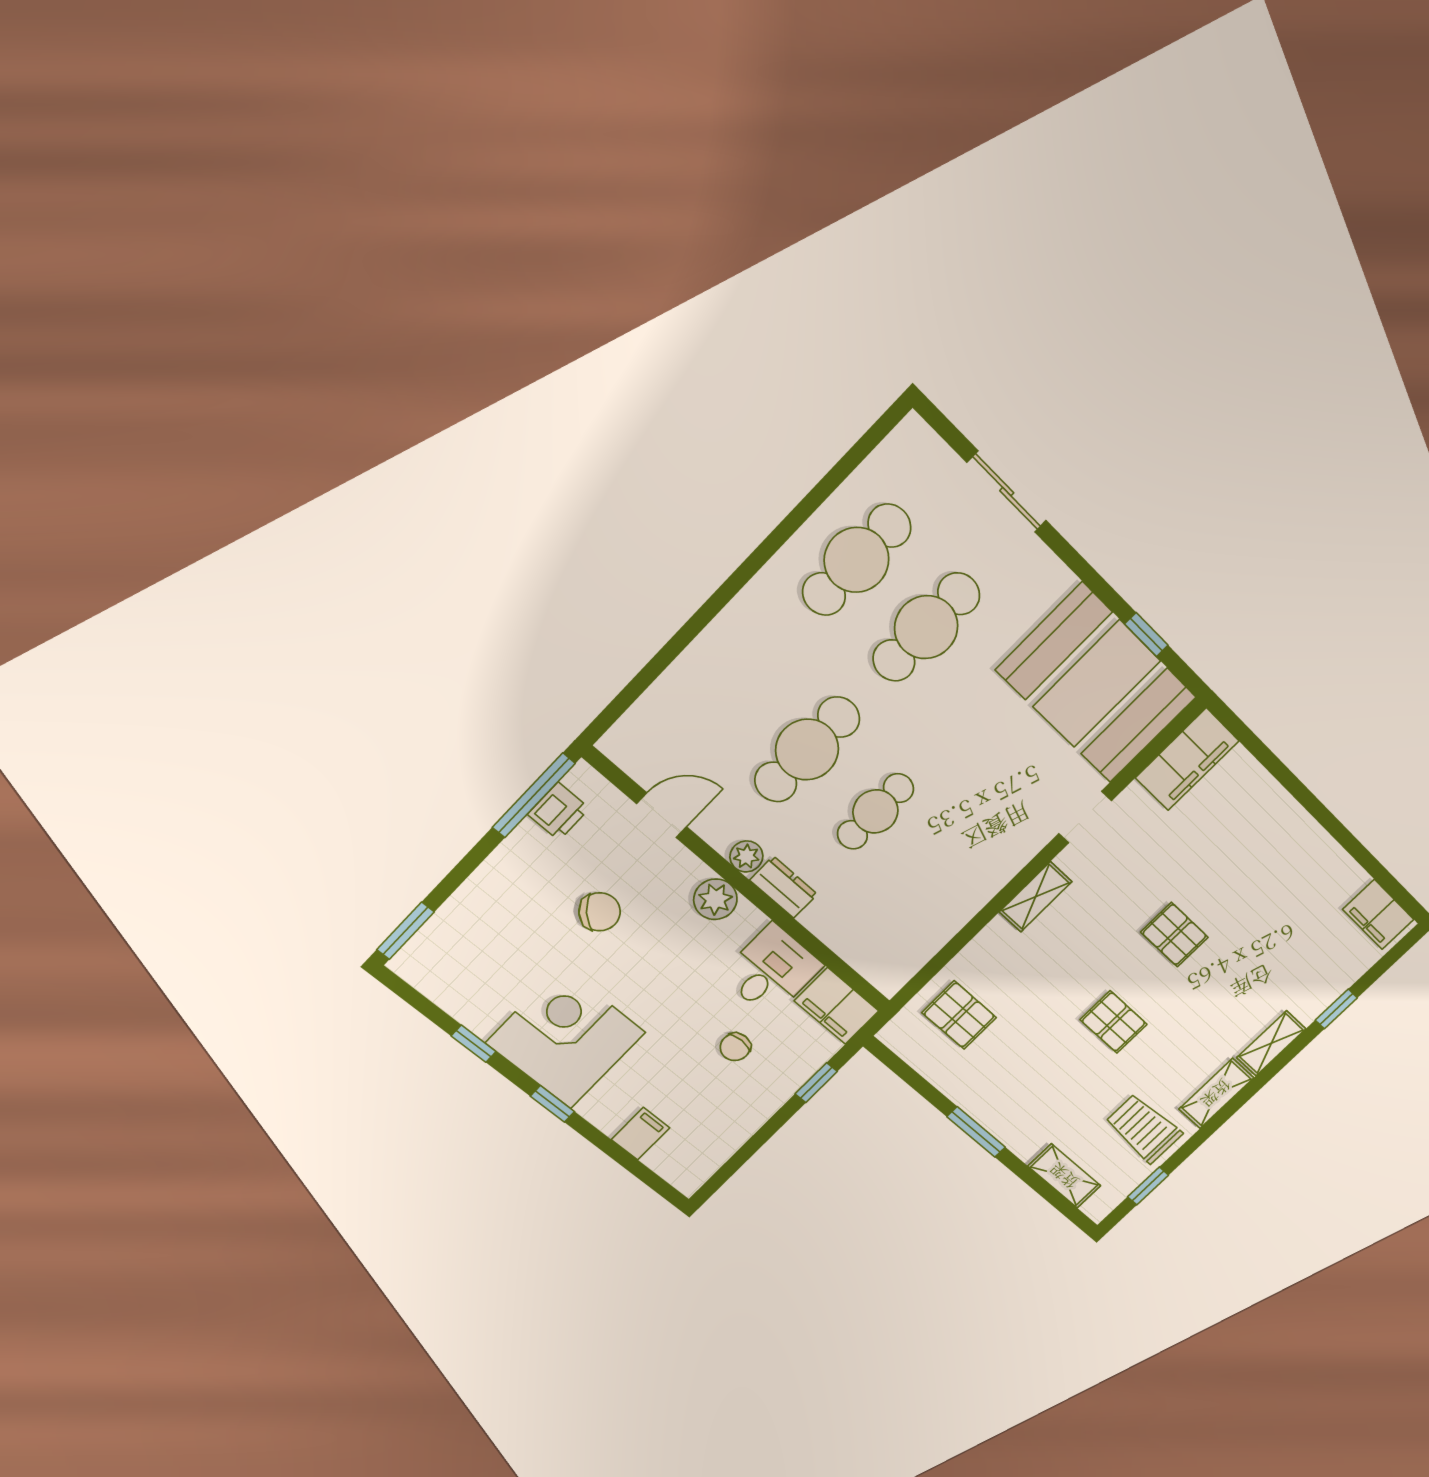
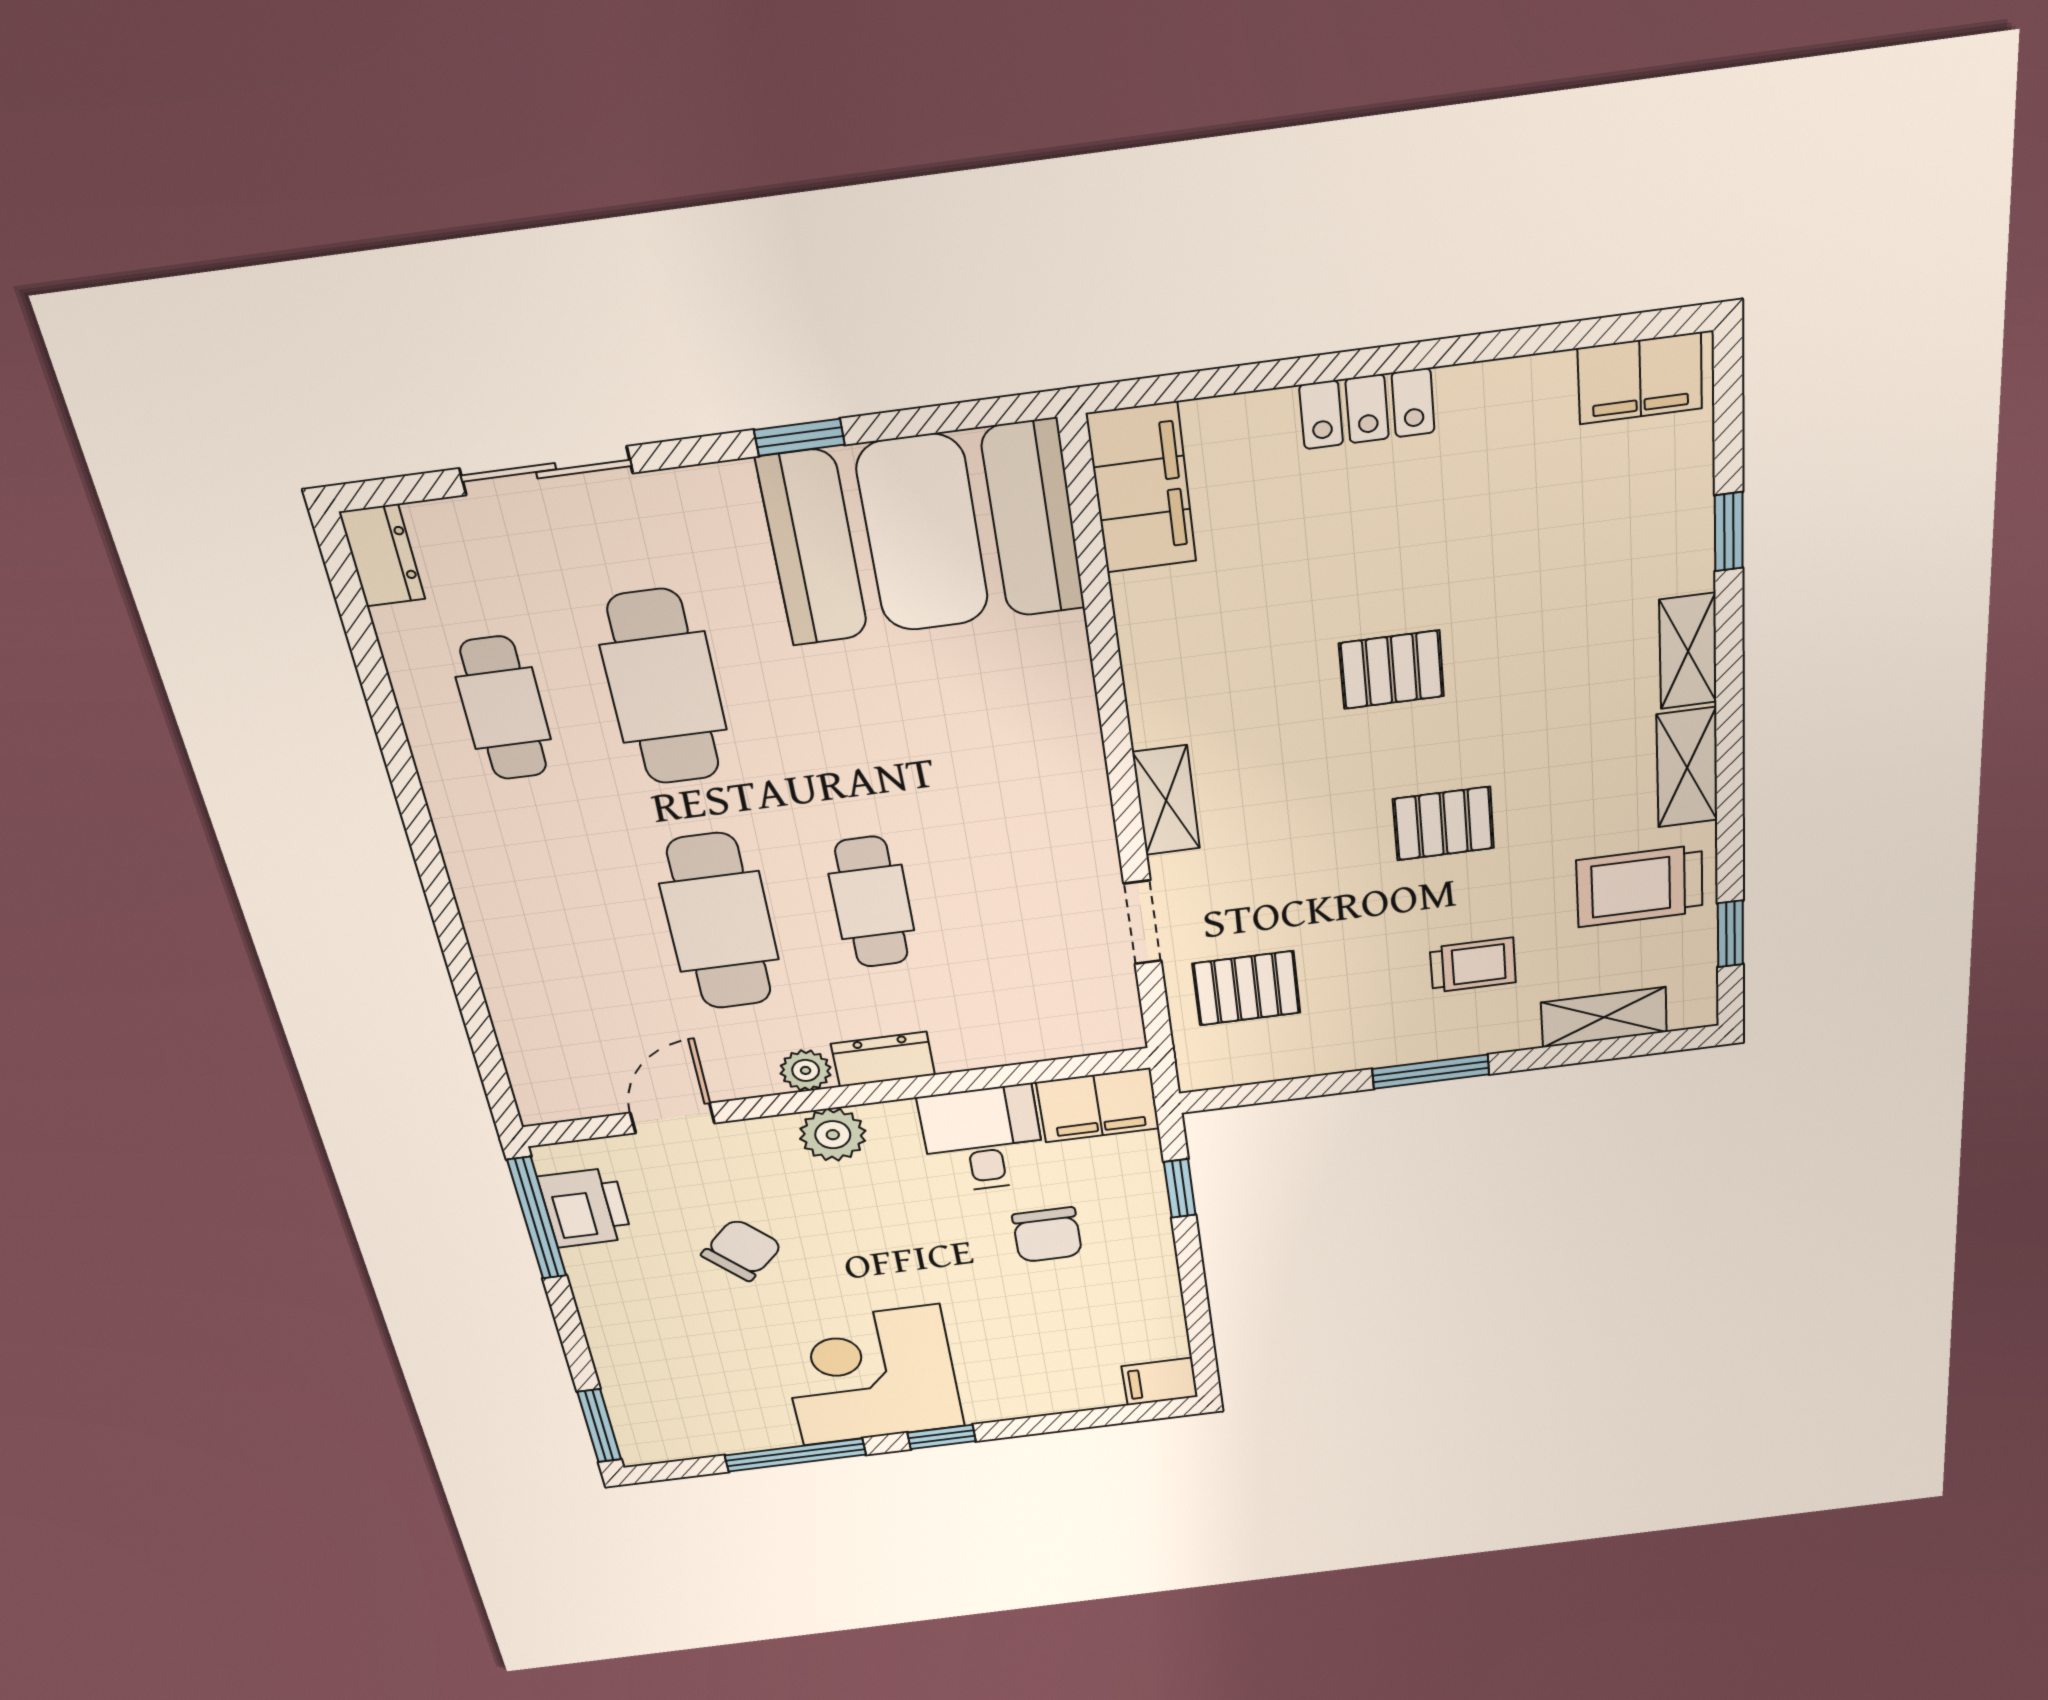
dresser: (903, 445) -> (382, 556), added
cafe table: (857, 560) -> (504, 708), width x0.73, depth x0.74
window: (1146, 635) -> (799, 437), moved
printer: (559, 811) -> (585, 1208), width x1.36, depth x1.24
doorway: (1085, 817) -> (1143, 922), moved
locker: (1290, 820) -> (1367, 409), added
window: (474, 1044) -> (795, 1455), width x2.17
chair: (735, 1047) -> (1047, 1235), width x1.37, depth x1.37
trolley: (1049, 1099) -> (1473, 965), added
filing cabinet: (640, 1134) -> (1160, 1382), moved, turned -90

